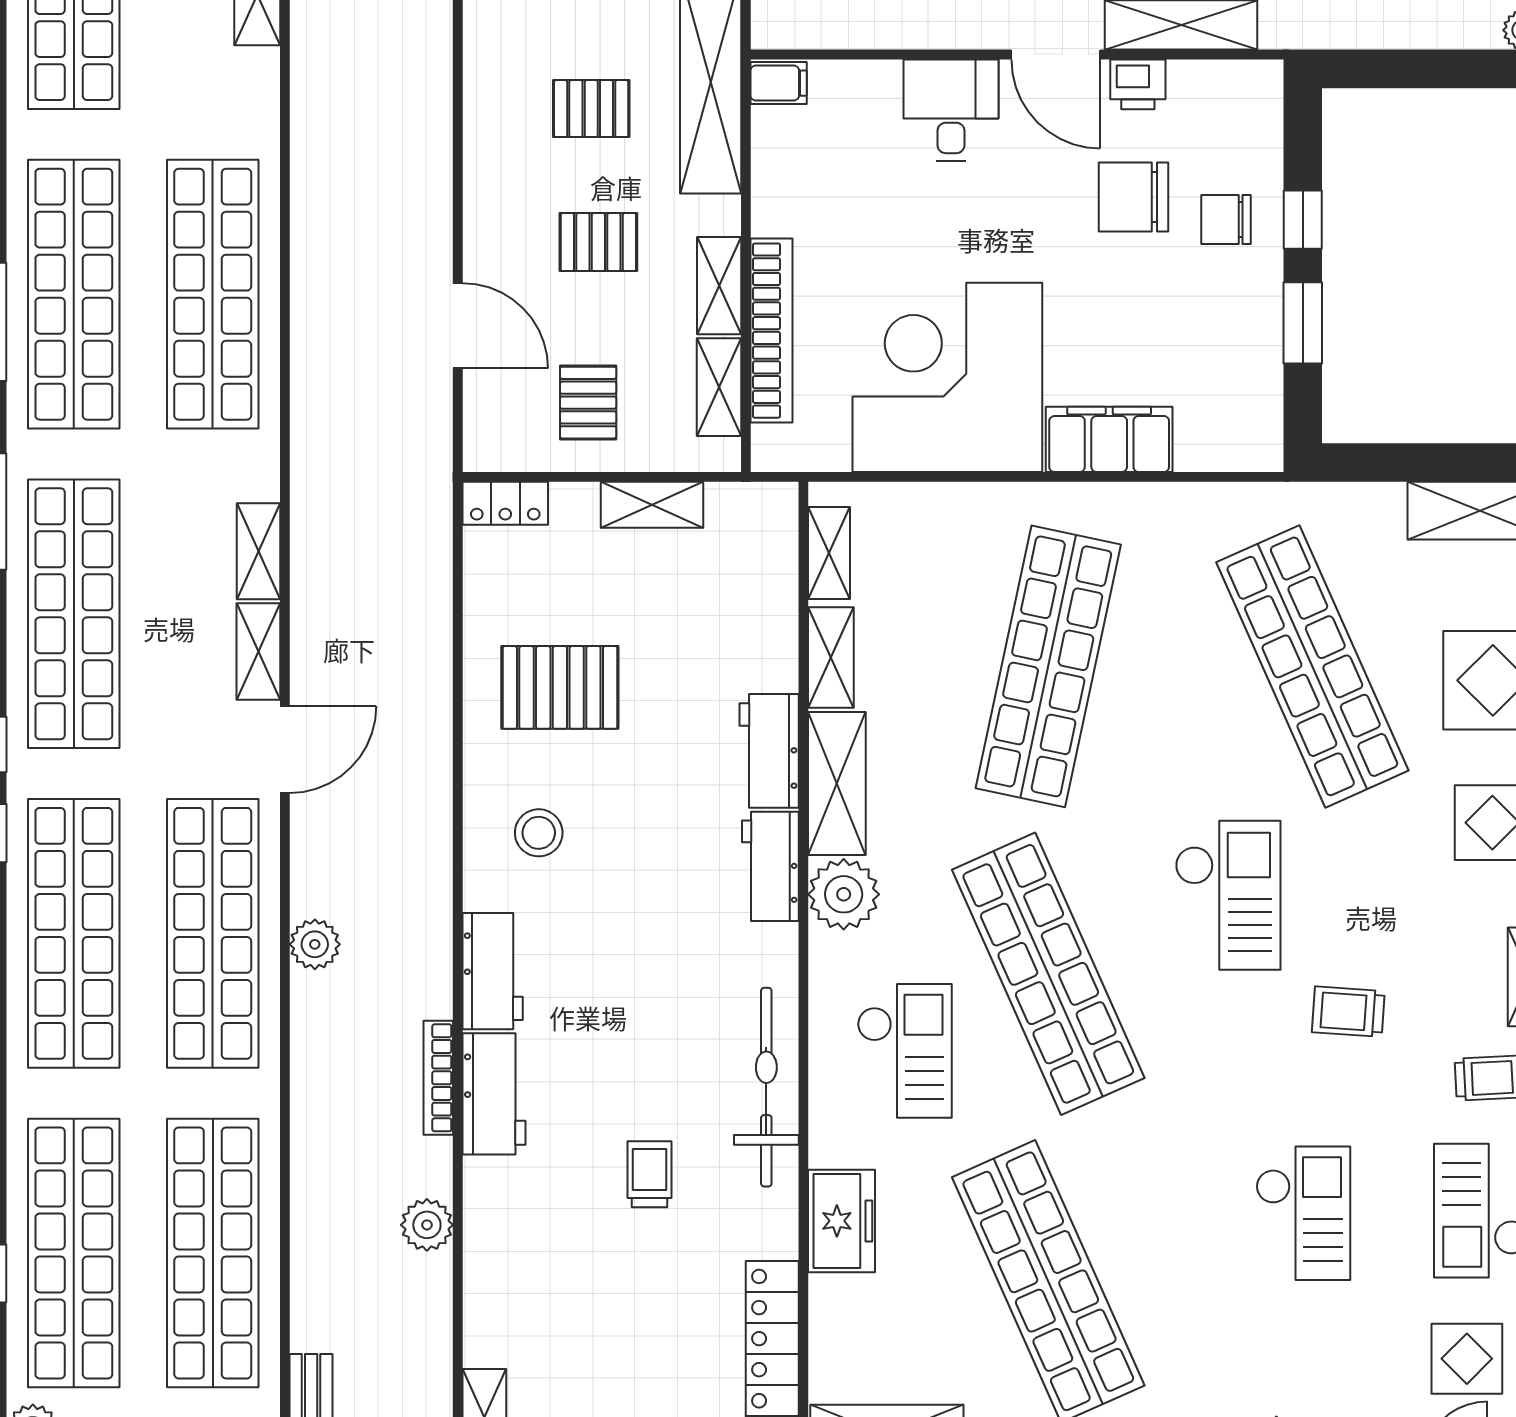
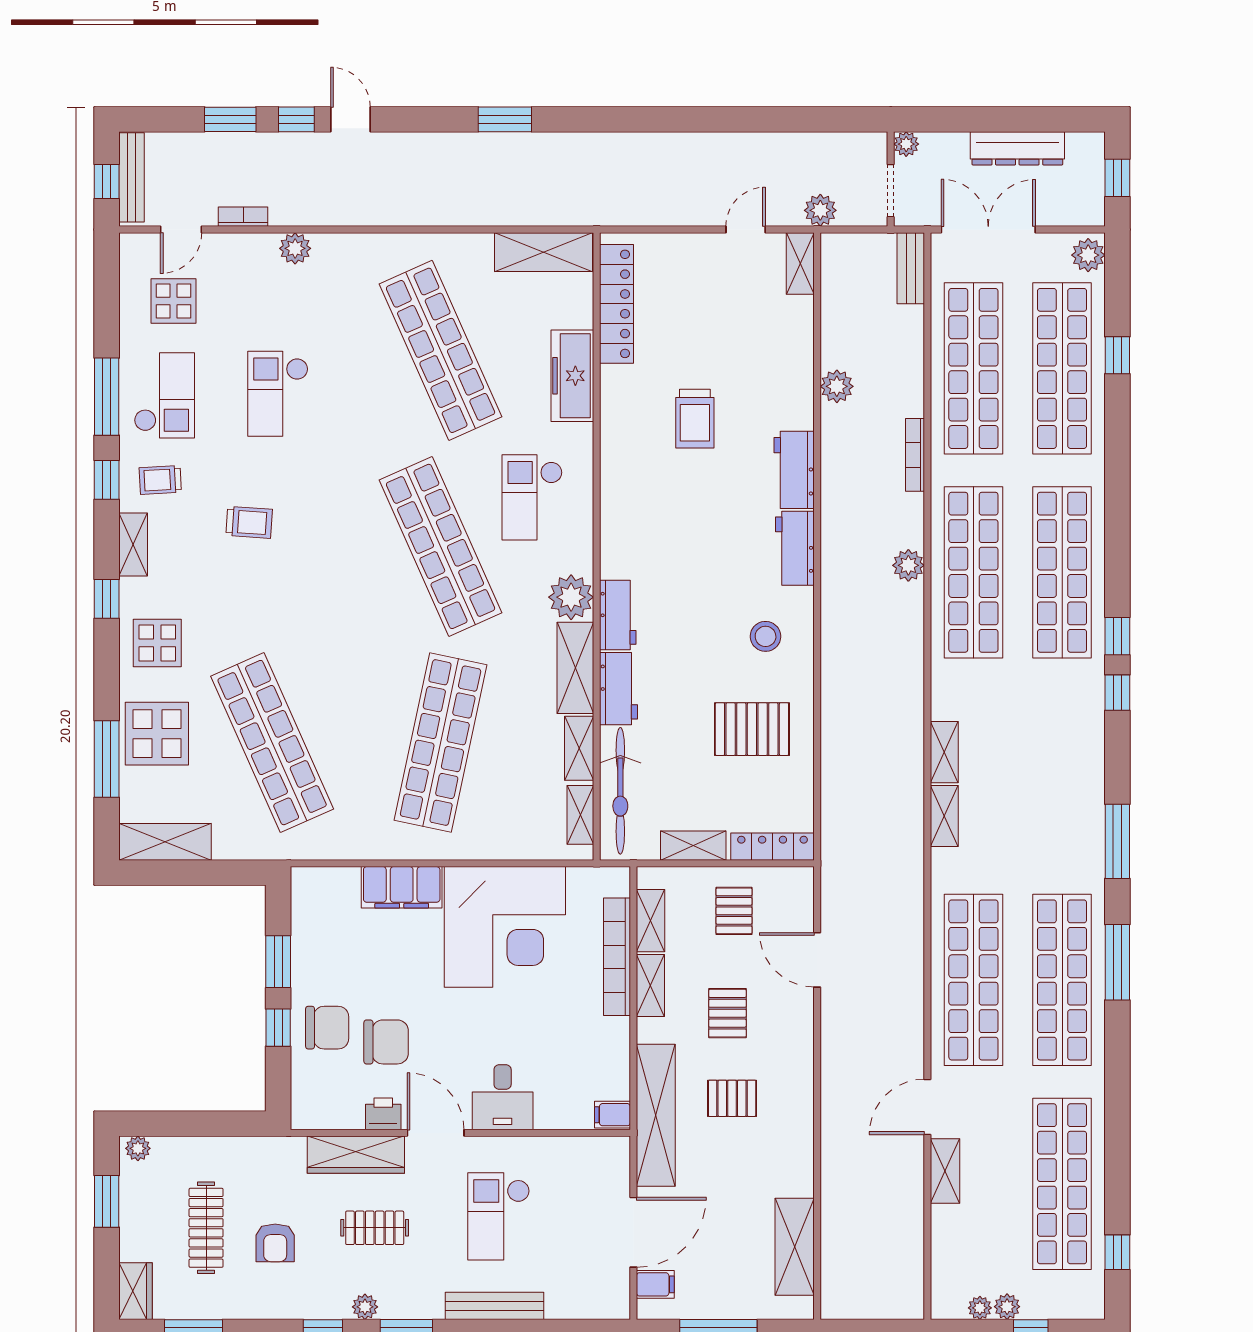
chair: (1226, 219) -> (327, 1028), width x1.37, depth x1.37
pallet: (598, 242) -> (727, 1013), turned 90
locker: (505, 503) -> (773, 847), width x1.53
shop shelf: (74, 614) -> (1062, 776), removed
door: (285, 750) -> (927, 1107), moved
checkout: (1228, 895) -> (326, 597), removed
bookcase: (438, 1078) -> (915, 455), moved, turned 180
bicycle: (766, 1087) -> (620, 791), moved
trolley: (649, 1174) -> (695, 419), width x1.36, depth x1.39
freezer: (842, 1221) -> (572, 376), width x1.40

